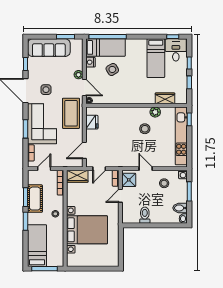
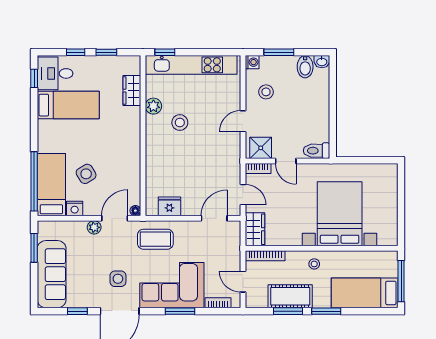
coffee table: (71, 113) -> (155, 239), width x0.73, depth x0.76
door: (84, 150) -> (214, 218), swing flipped
toilet: (145, 215) -> (316, 151), moved

